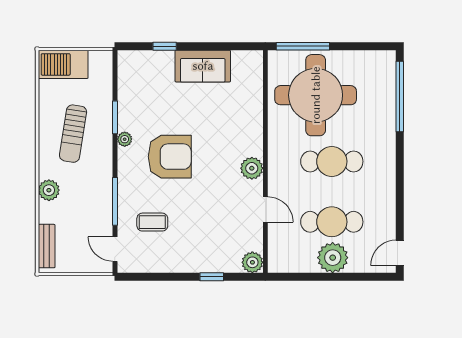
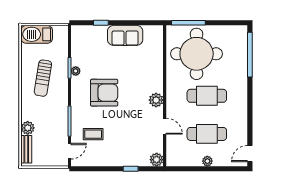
plant: (125, 139) -> (76, 71), moved
plant: (49, 190) -> (28, 128), moved
door: (115, 249) -> (70, 151), swing flipped
plant: (333, 258) -> (207, 161), width x0.53, depth x0.53

